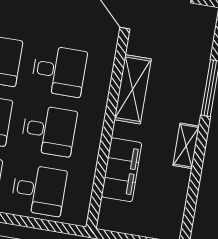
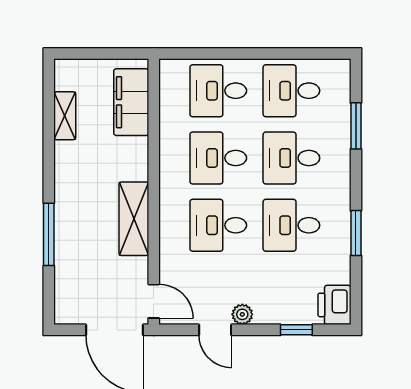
shelving: (186, 146) -> (65, 116), moved
filing cabinet: (121, 170) -> (131, 102), moved

